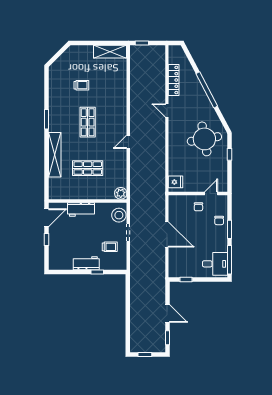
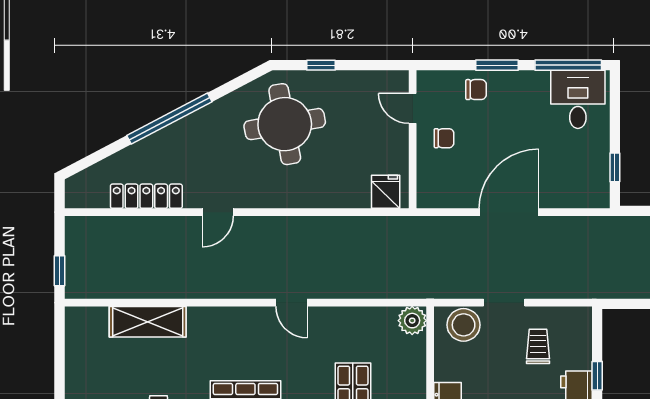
shelving: (110, 52) -> (148, 322), moved, turned 90

